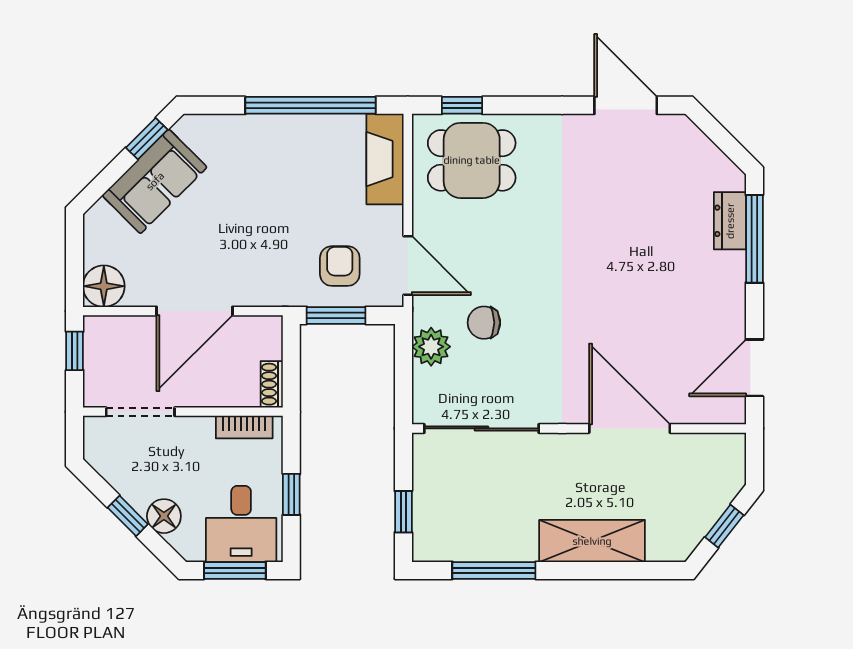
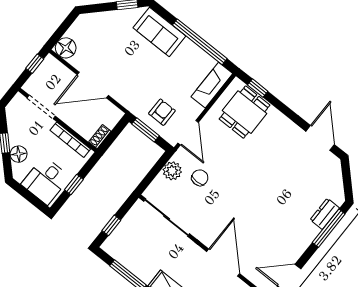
dining table: (472, 160) -> (245, 112), turned 90
sofa: (155, 181) -> (159, 32), moved, turned 45
chair: (484, 323) -> (200, 178), turned 90
bookcase: (244, 427) -> (70, 140), width x1.56
window: (235, 570) -> (29, 196), removed

